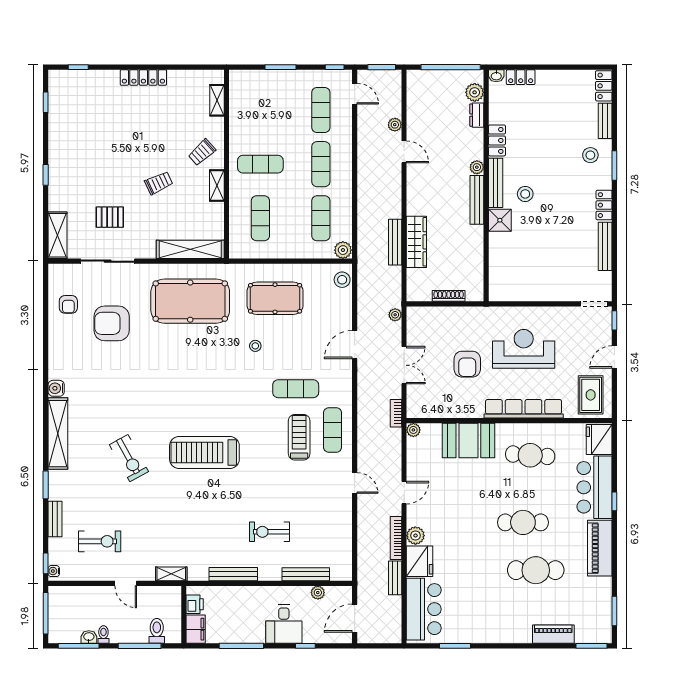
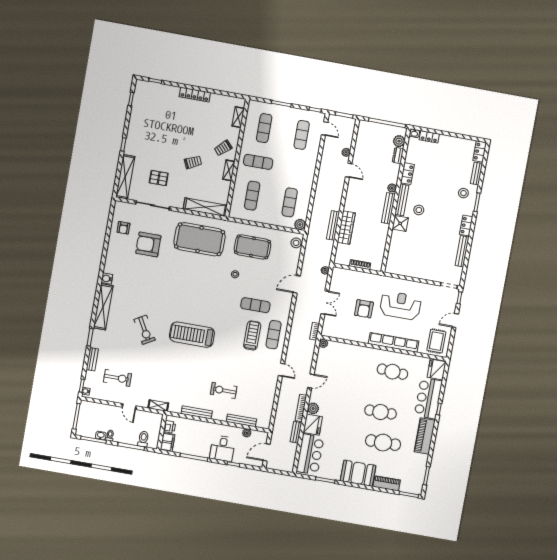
exercise mat: (321, 164) -> (264, 128), moved
shelving: (57, 235) -> (125, 177), width x1.47
booth: (468, 441) -> (358, 473), moved

